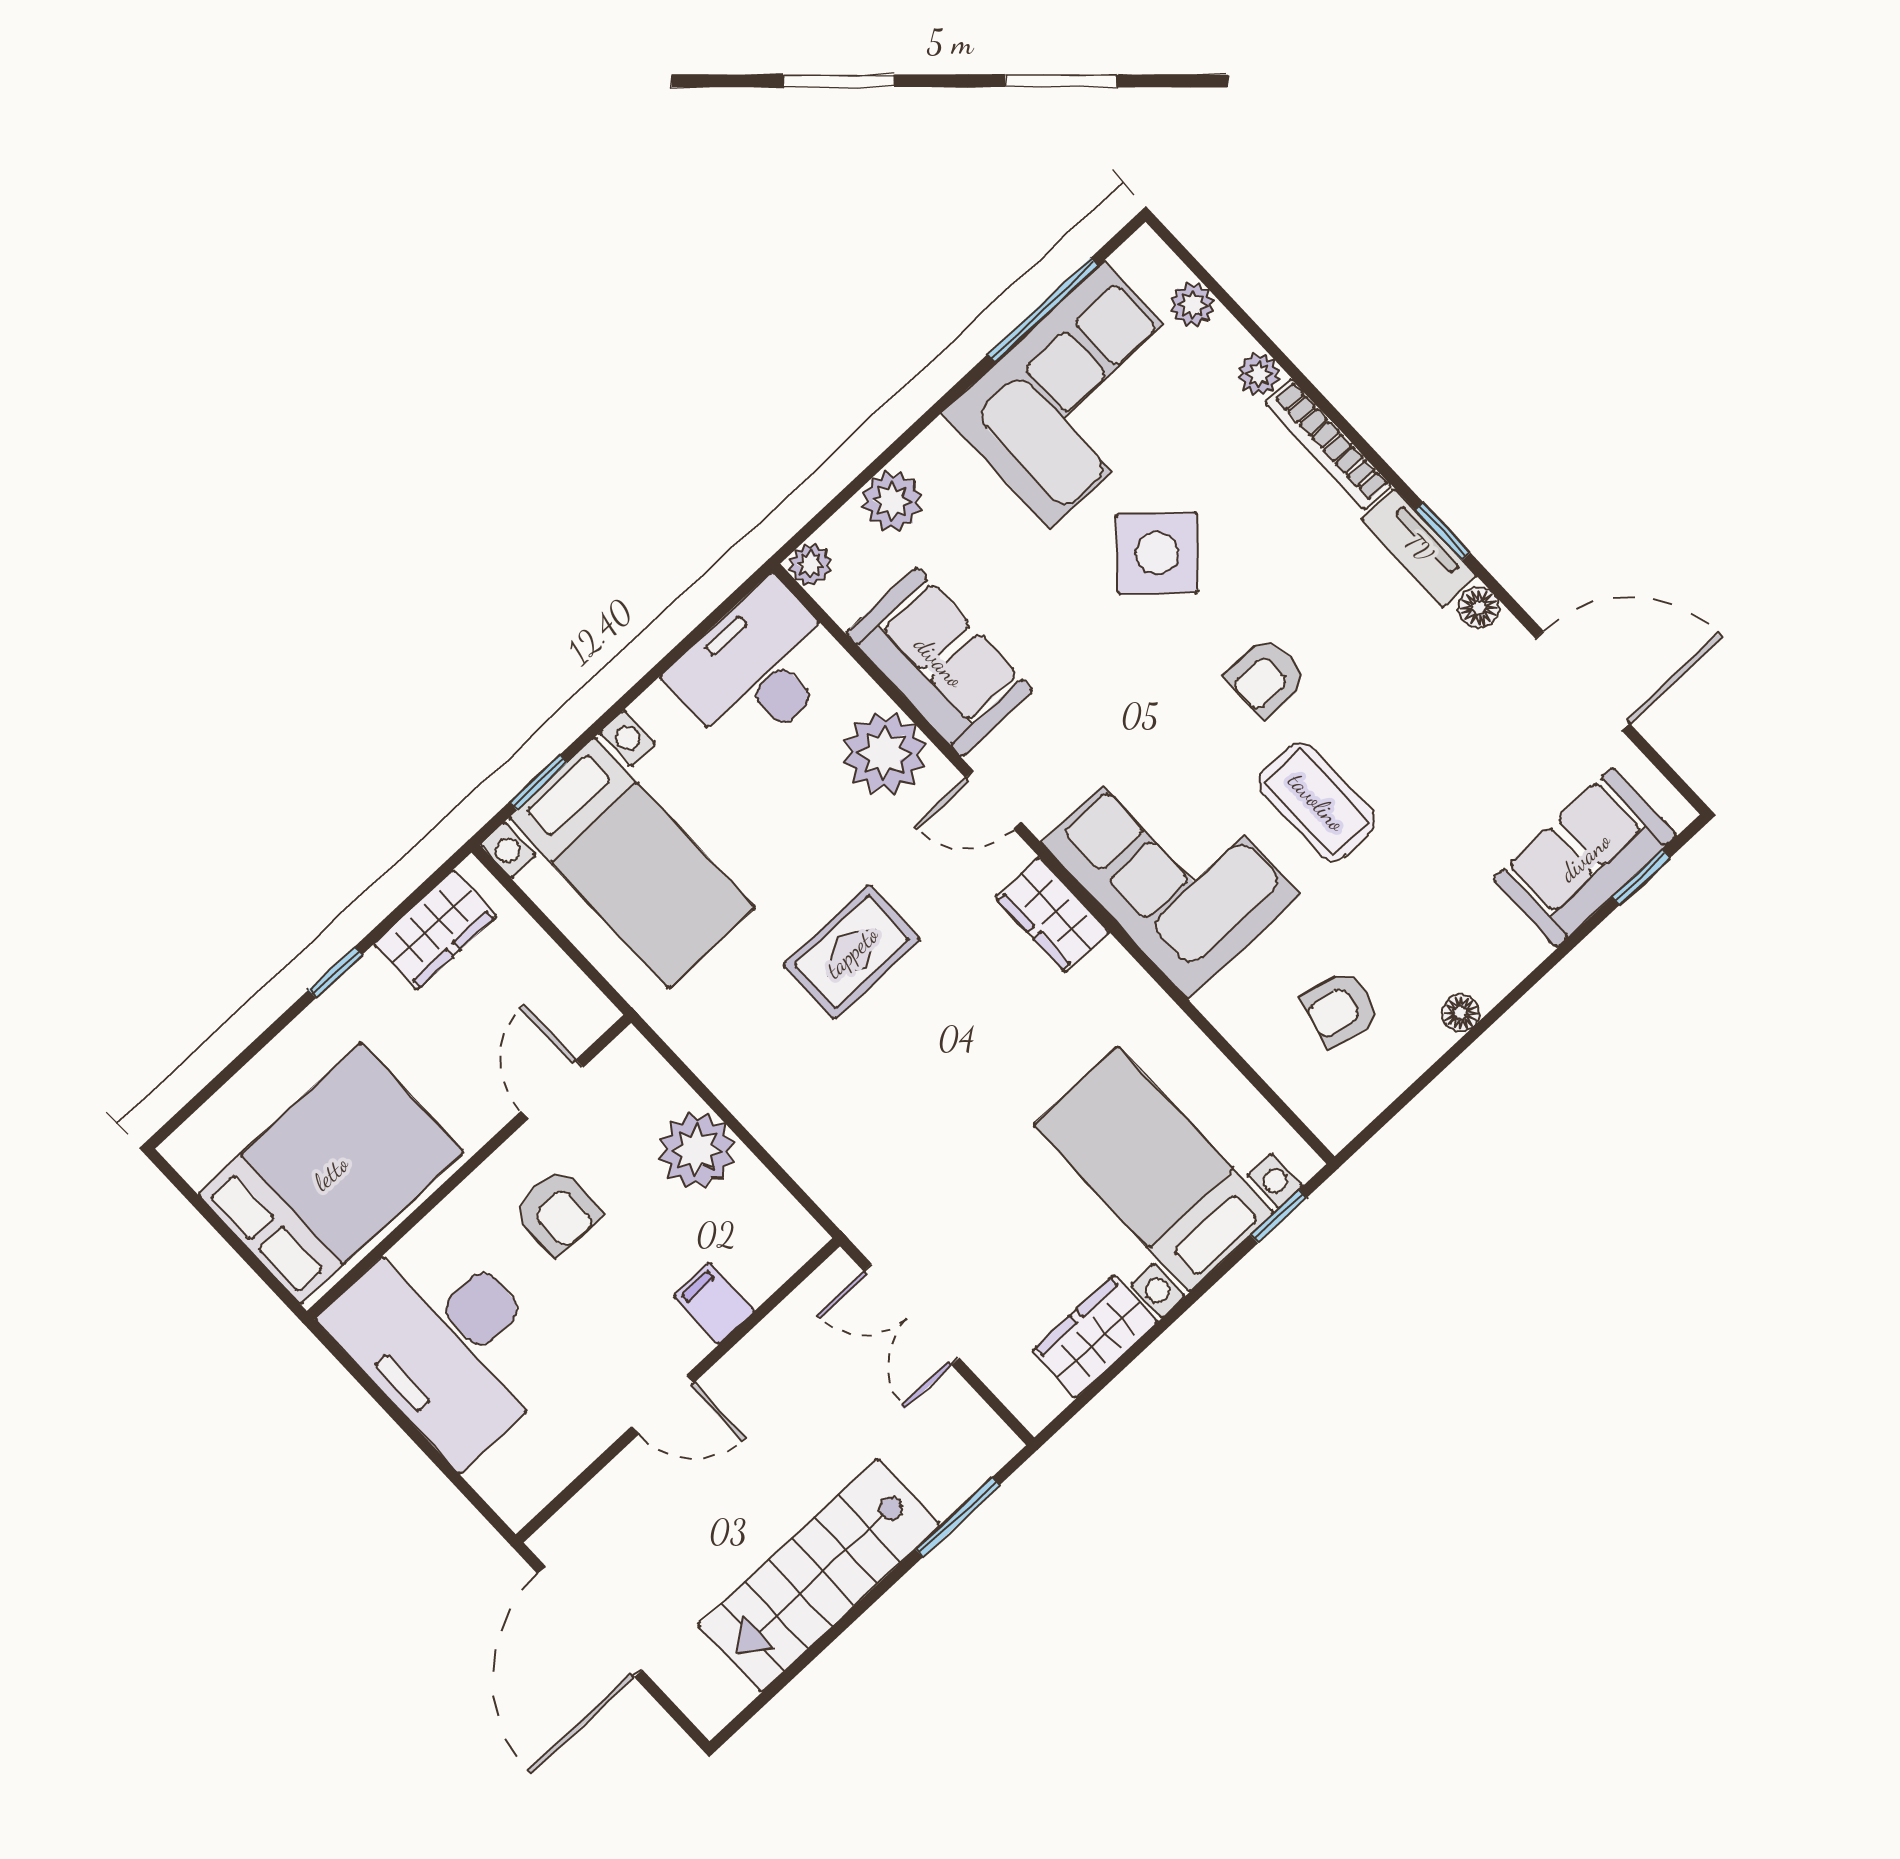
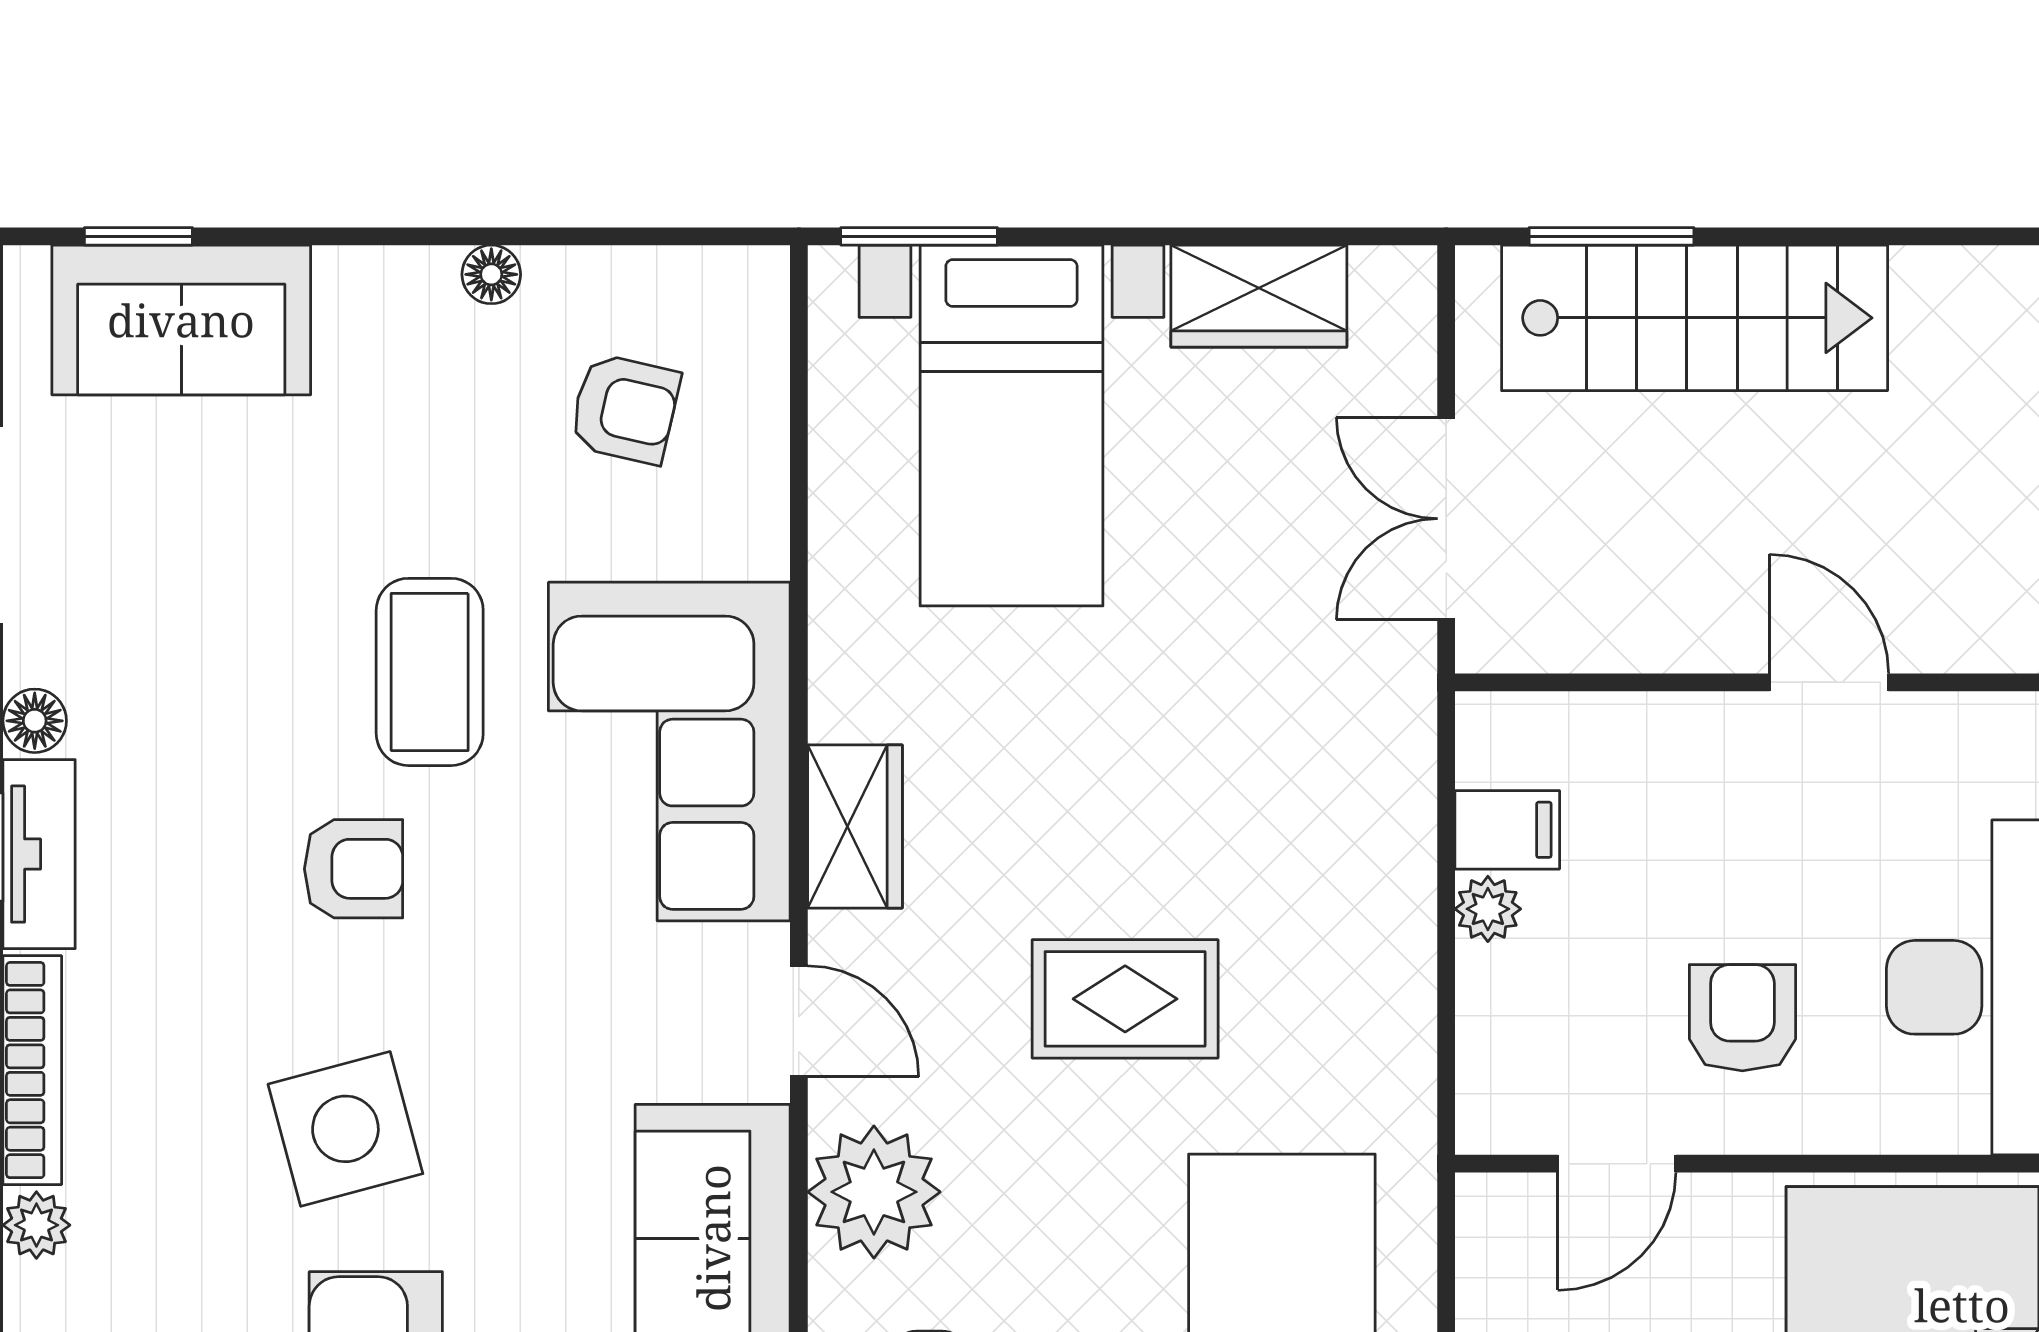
side table: (1157, 553) -> (345, 1129), turned 33
plant: (697, 1150) -> (1488, 909), width x0.53, depth x0.53
window: (1279, 1216) -> (919, 236), width x1.50
filing cabinet: (714, 1303) -> (1507, 830), moved, turned -90
double door: (911, 1314) -> (1446, 519), swing flipped
stairs: (819, 1575) -> (1695, 318), moved

